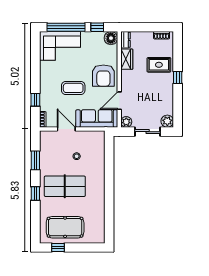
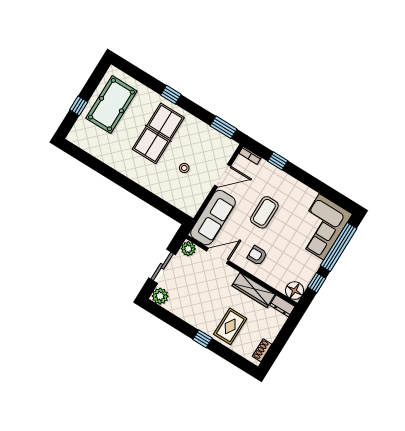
wardrobe: (127, 59) -> (254, 290), width x1.50
armchair: (103, 76) -> (257, 256), width x0.53, depth x0.53
door: (119, 101) -> (218, 256), hinge flipped
window: (35, 160) -> (224, 127), moved
window: (58, 247) -> (79, 106), moved

